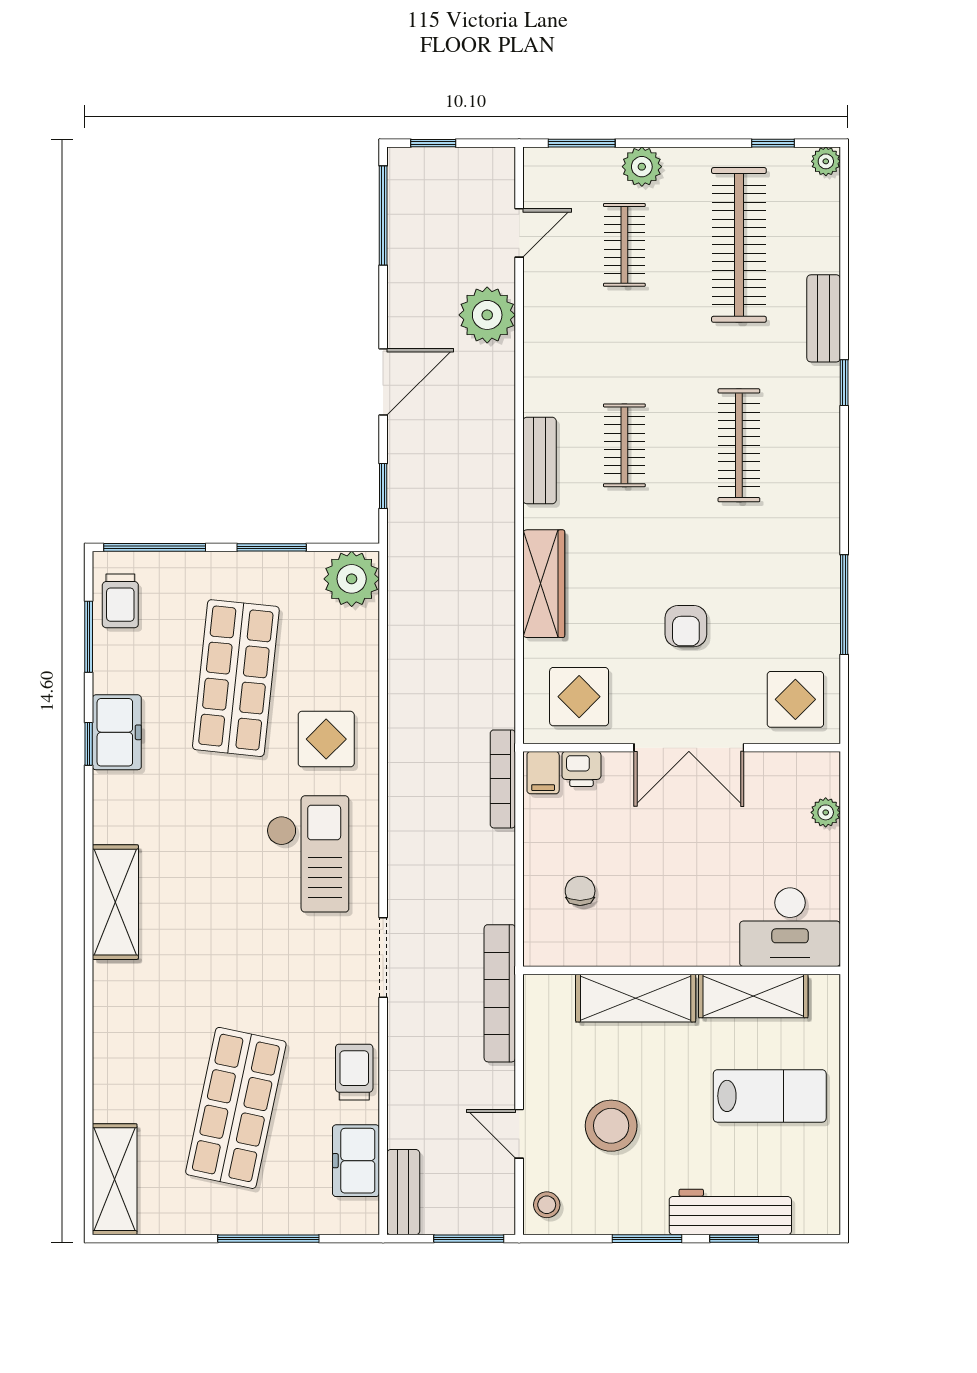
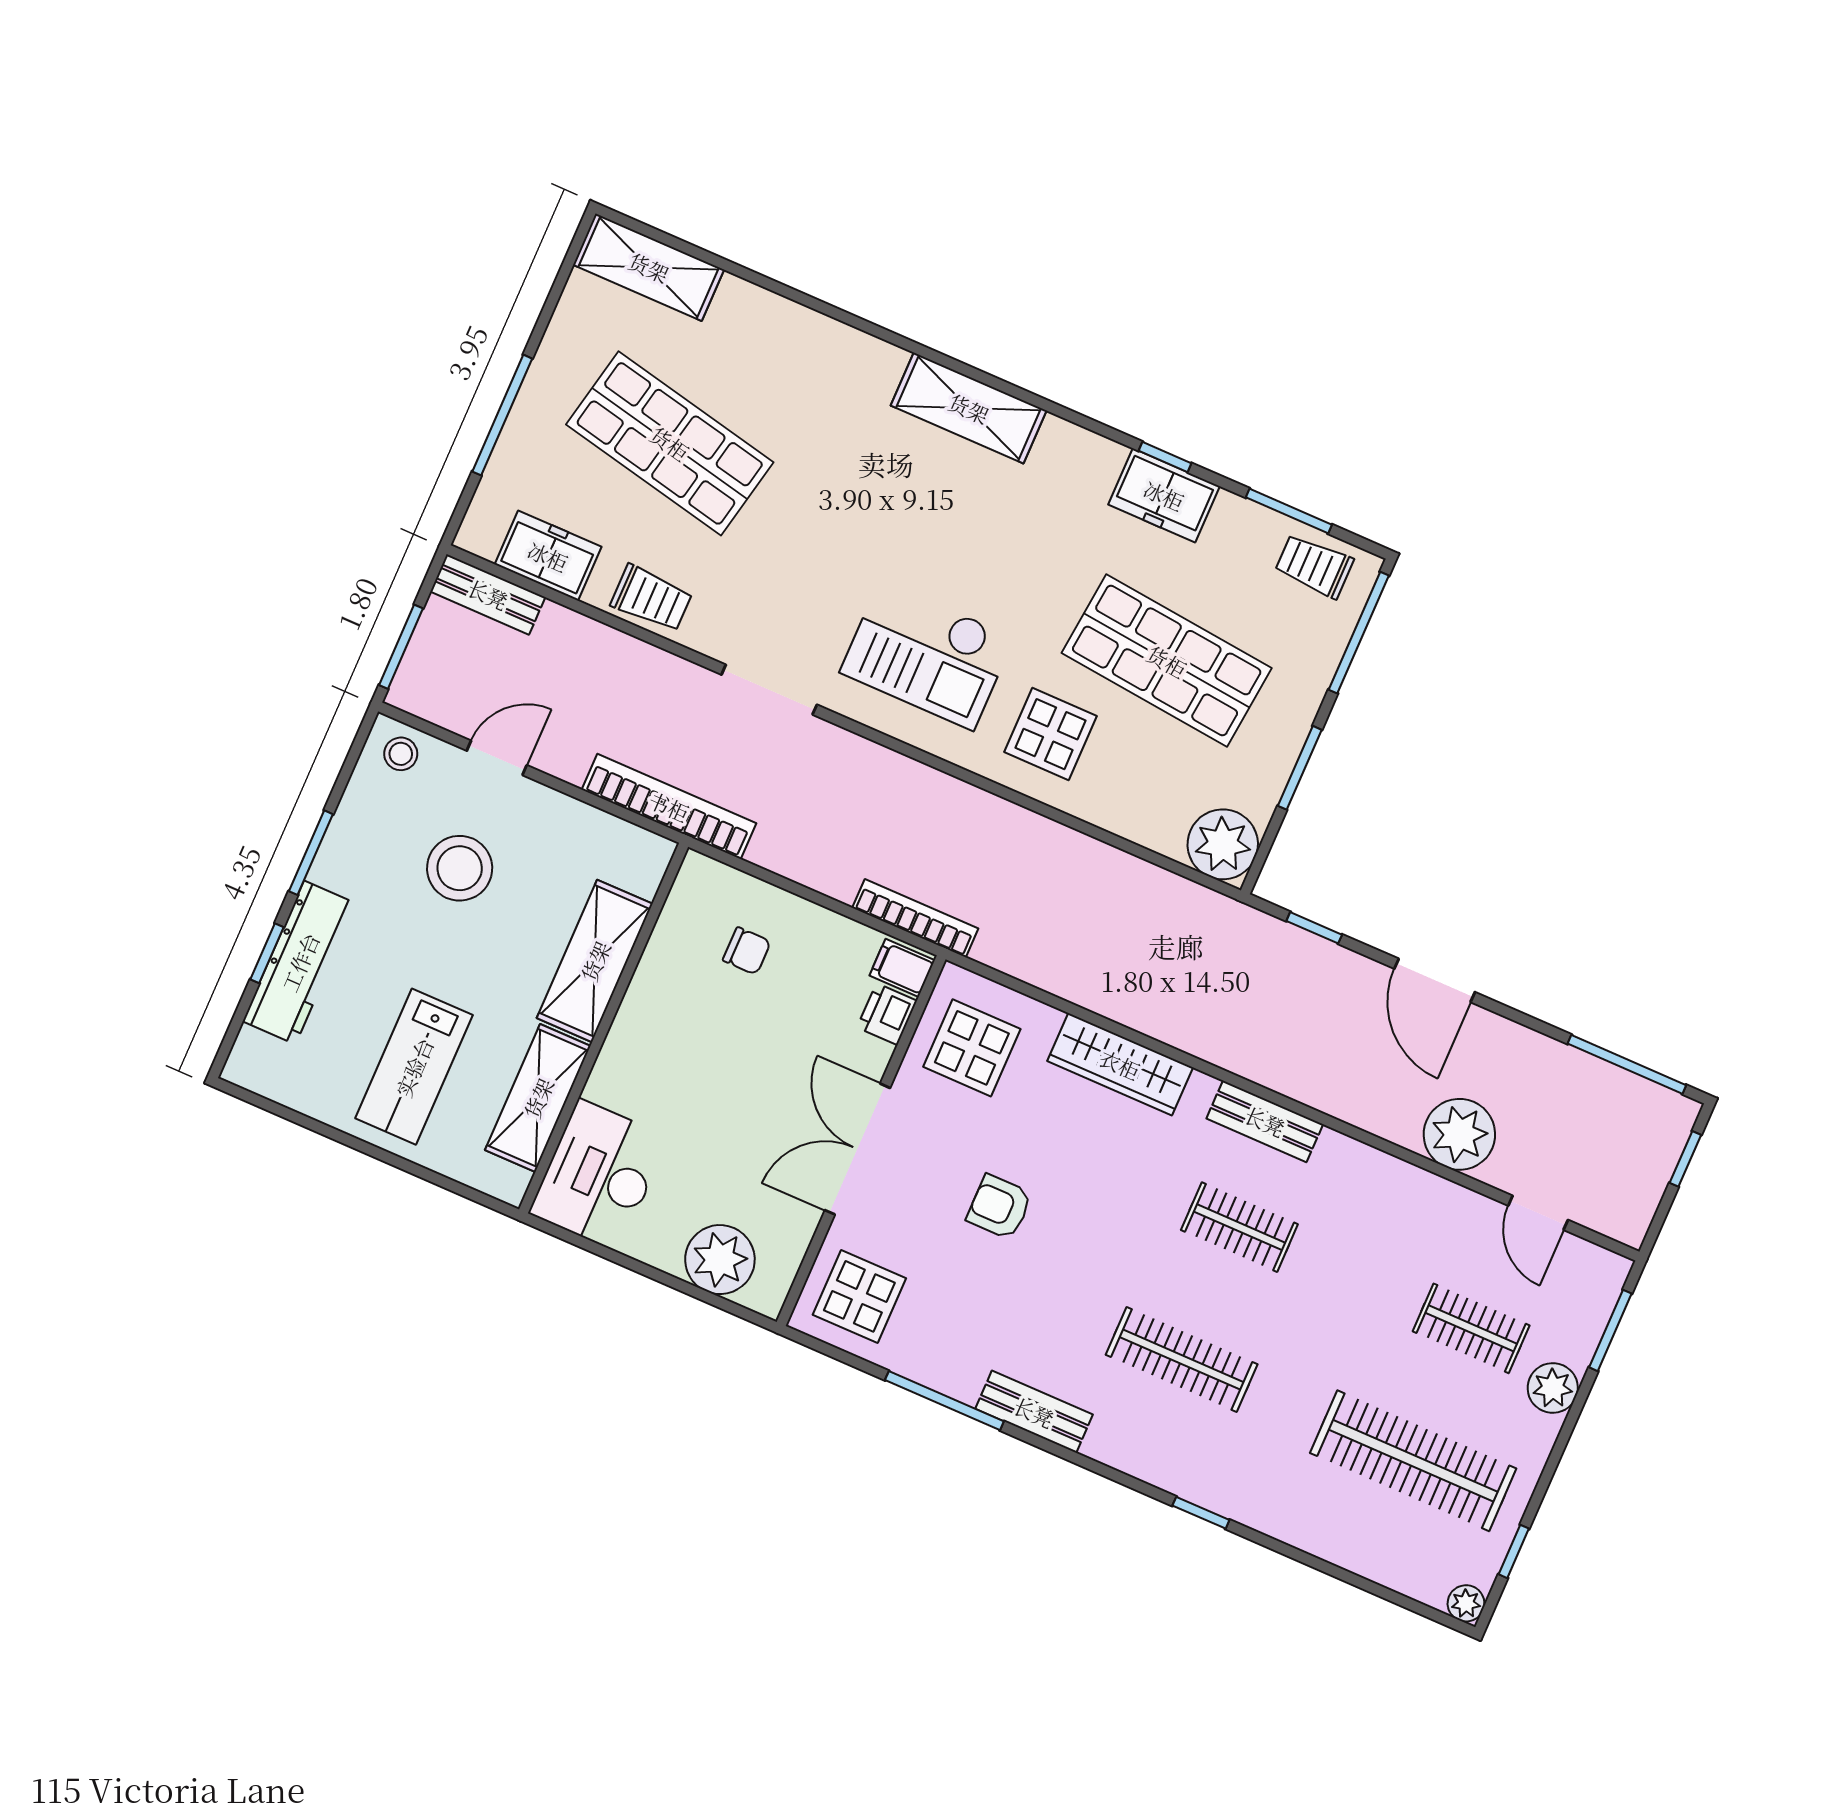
bench: (824, 318) -> (1034, 1412), moved
plant: (826, 812) -> (720, 1260), width x1.87, depth x1.87

